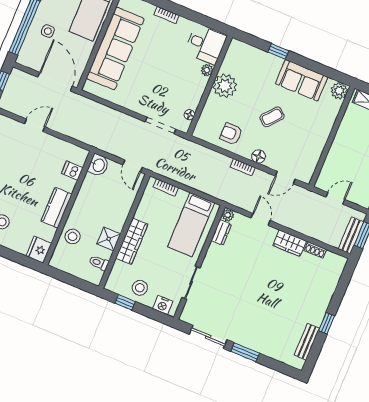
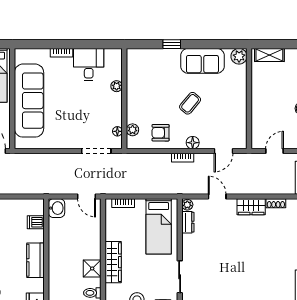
desk: (206, 44) -> (89, 64), moved, turned -90
plant: (225, 86) -> (133, 130), moved, width x0.53, depth x0.53
stool: (73, 236) -> (60, 279), removed

